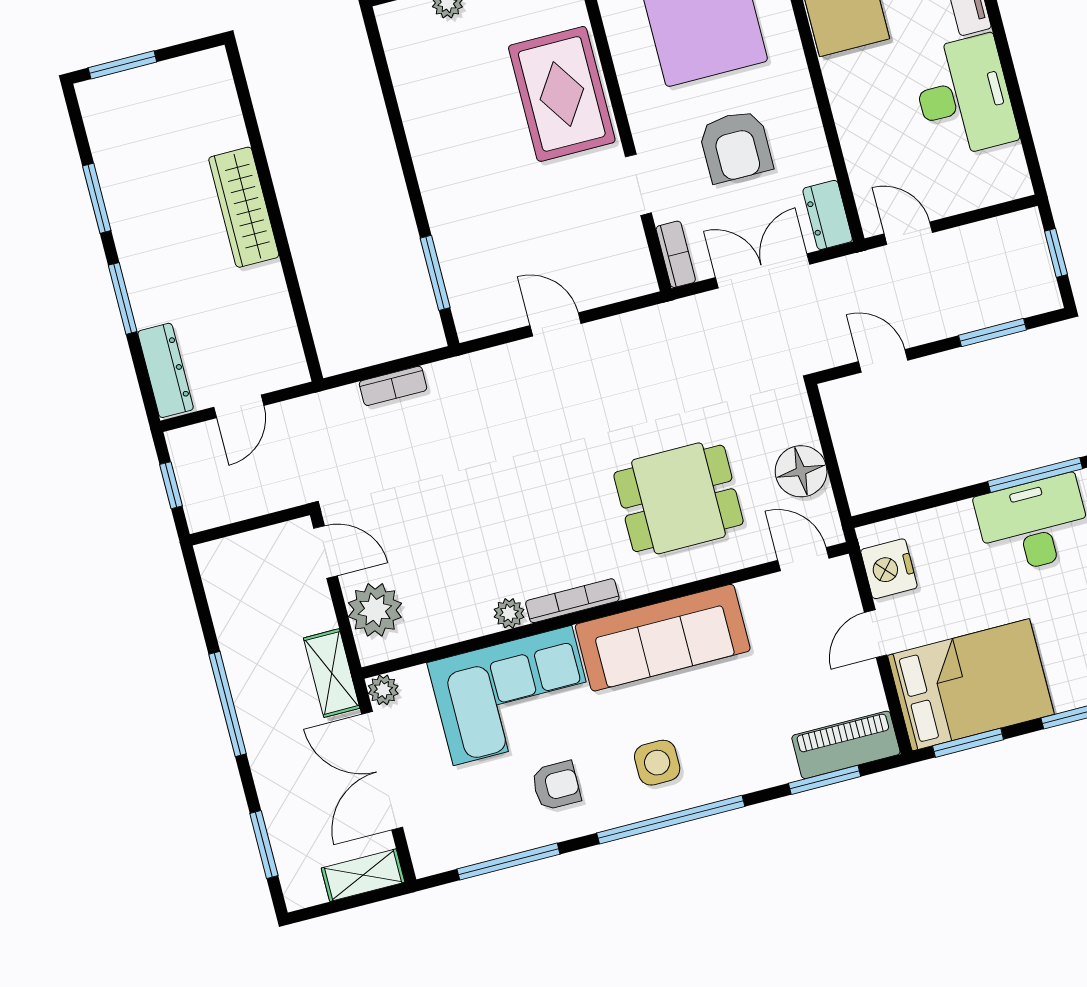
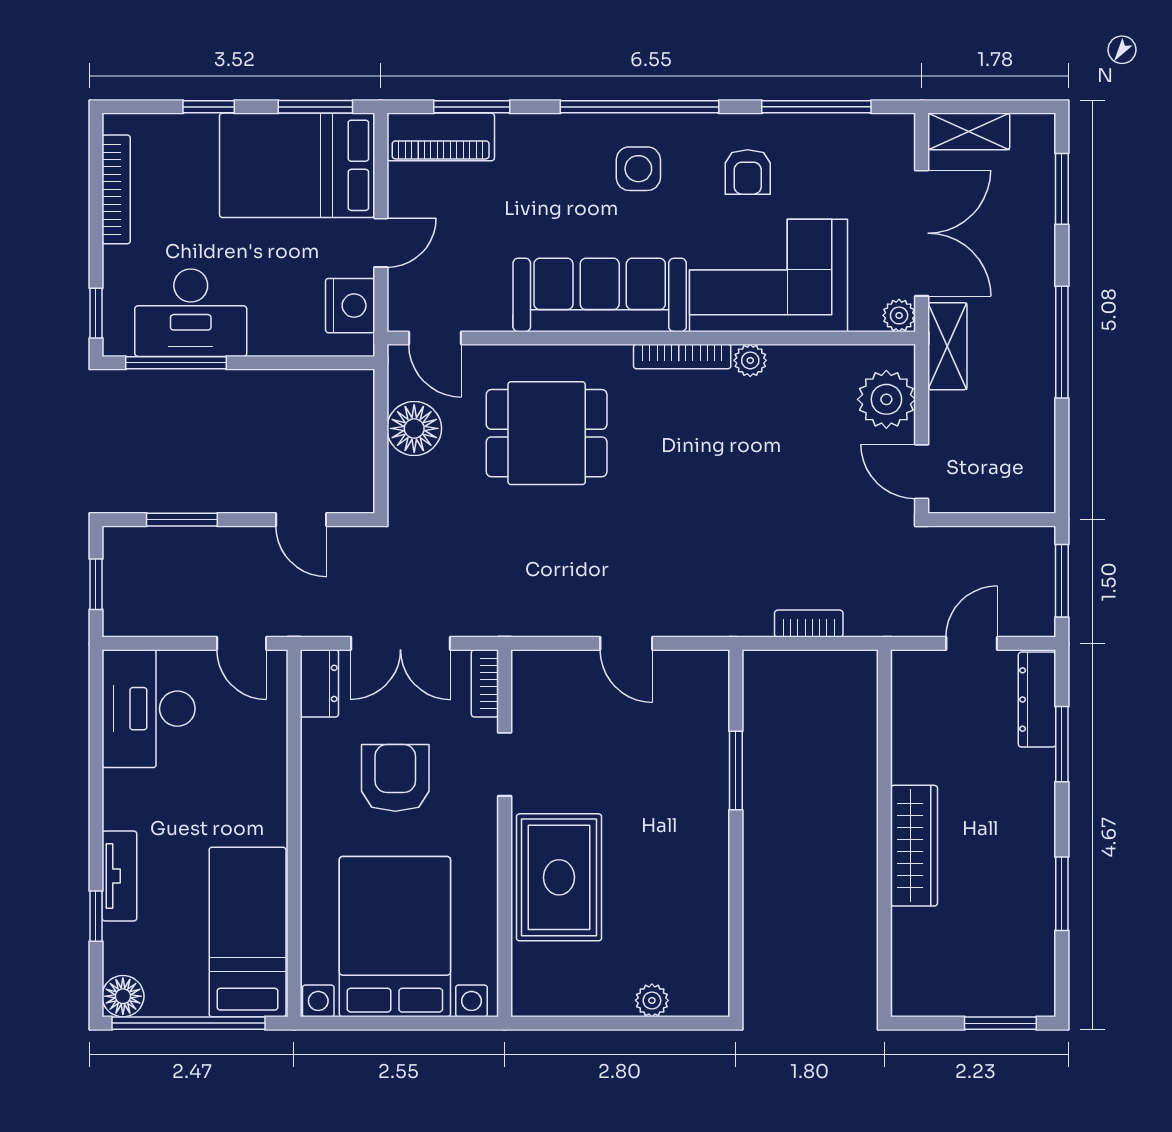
desk: (964, 96) -> (149, 709), moved
window: (435, 273) -> (736, 770), moved
window: (123, 298) -> (1062, 744), moved
window: (171, 485) -> (1062, 581), width x1.50
armchair: (556, 786) -> (748, 172), turned -90

